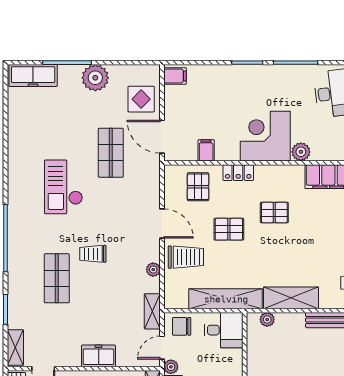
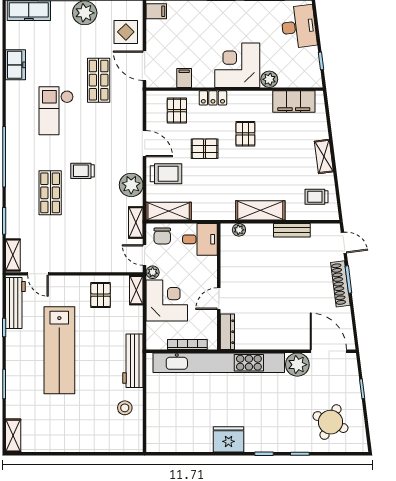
pallet: (274, 213) -> (245, 134), turned 90
plant: (153, 270) -> (131, 185), width x1.87, depth x1.87
shelving: (226, 299) -> (169, 211), moved, width x0.68
chair: (182, 326) -> (162, 236), turned -90
door: (162, 348) -> (145, 255), hinge flipped
freezer: (99, 356) -> (15, 65), moved, turned 90

